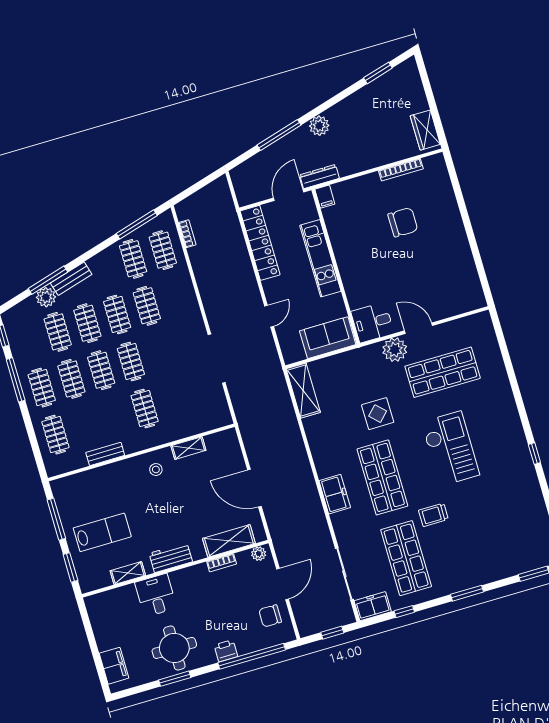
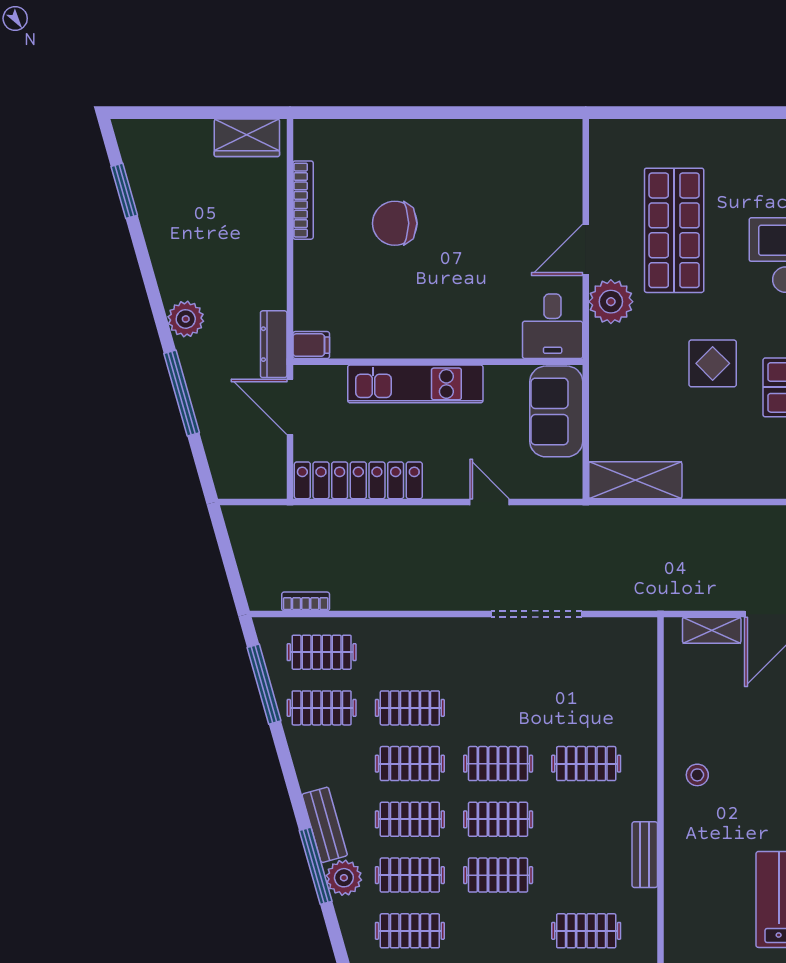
chair: (403, 222) -> (395, 223), turned -90
clothes rail: (42, 388) -> (410, 931), moved
shelving: (188, 448) -> (712, 630), moved, turned 90

